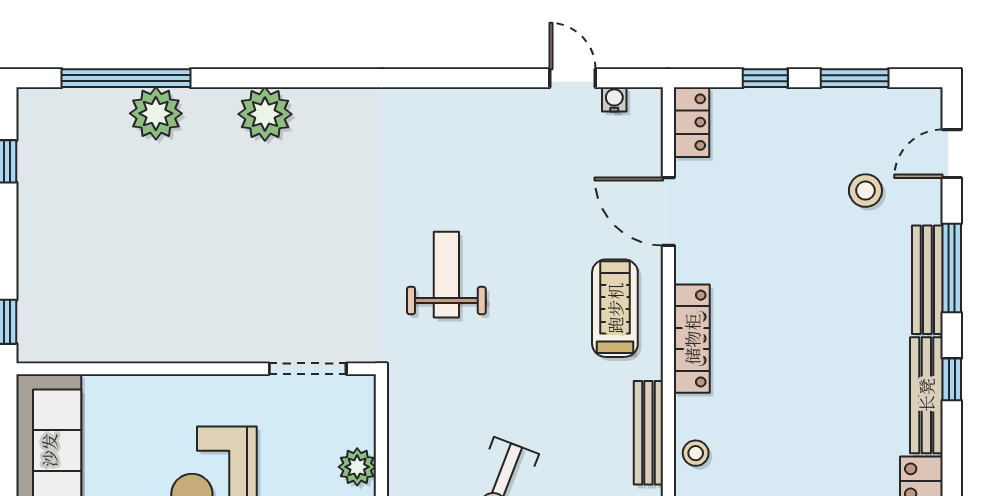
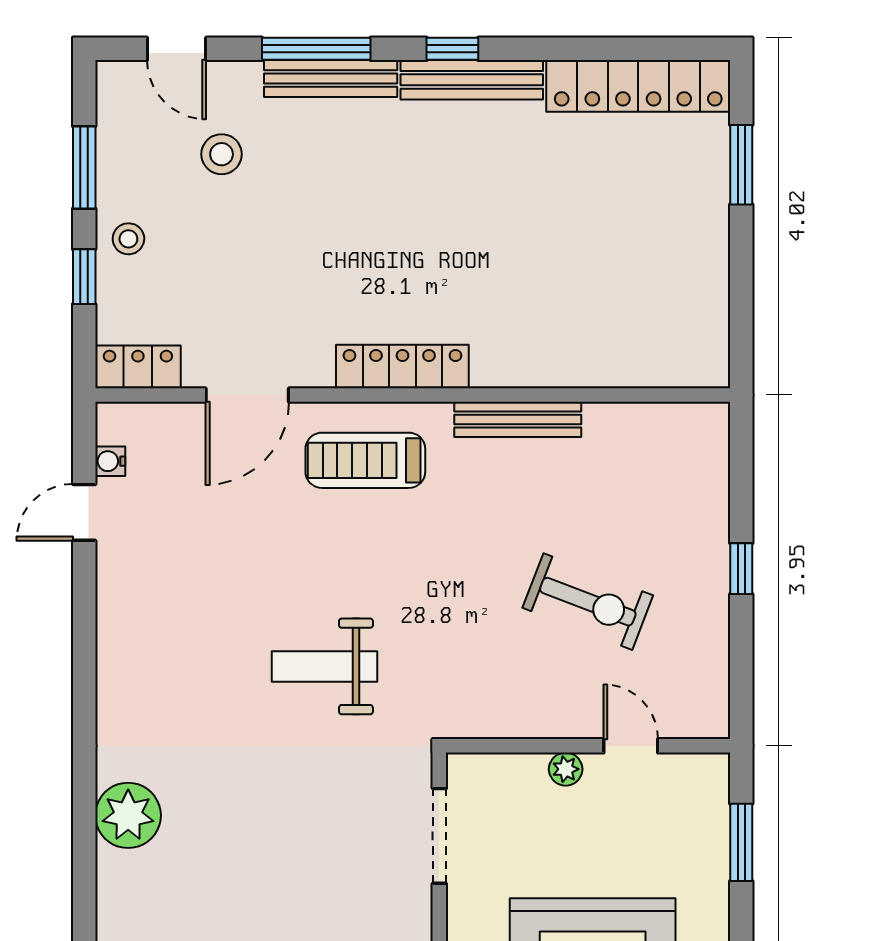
plant: (265, 114) -> (128, 815), moved
stool: (696, 453) -> (128, 239), moved
plant: (357, 467) -> (566, 769), width x0.73, depth x0.73

